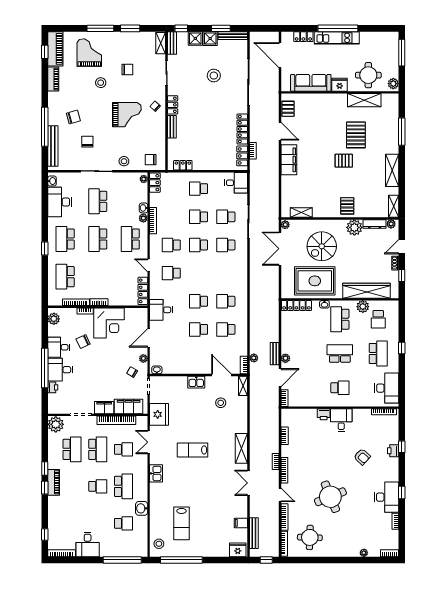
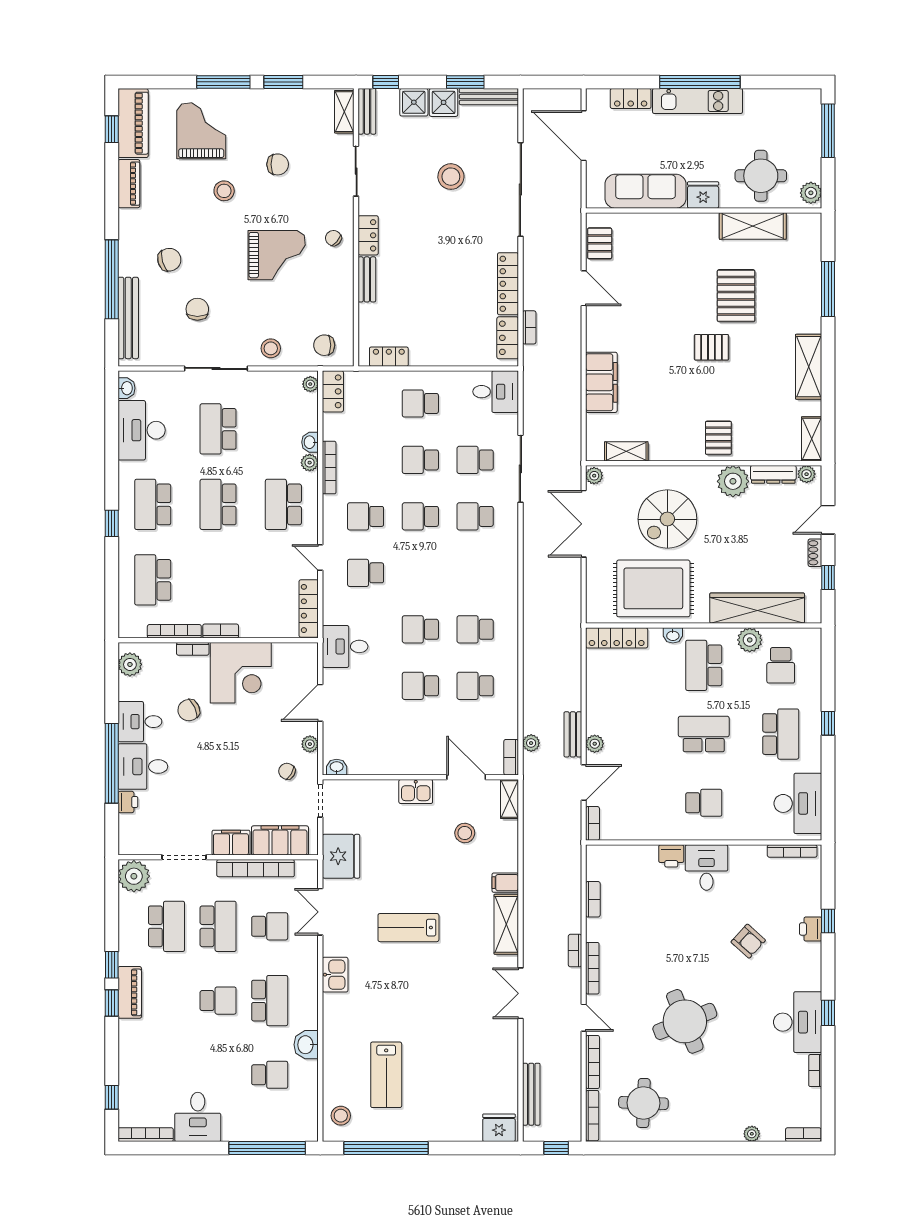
filing cabinet: (289, 160) -> (601, 382), moved
filing cabinet: (241, 523) -> (505, 883), moved

